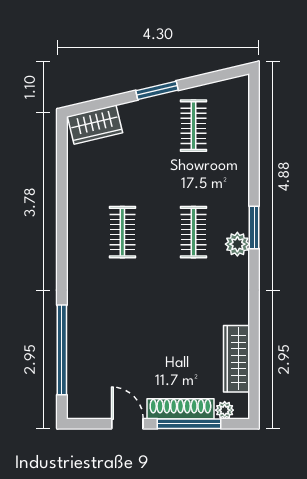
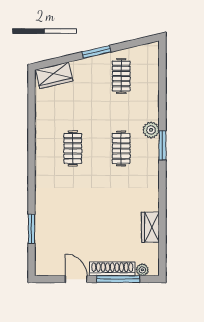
plant: (237, 244) -> (151, 130), moved
window: (62, 350) -> (32, 229), width x0.47
wardrobe: (236, 359) -> (150, 227), width x0.67

